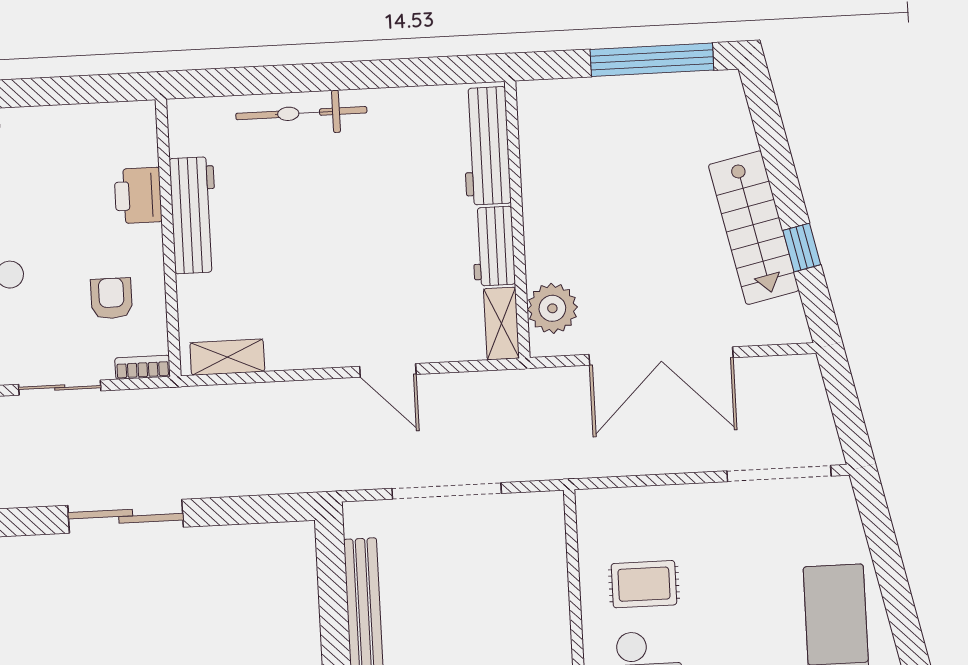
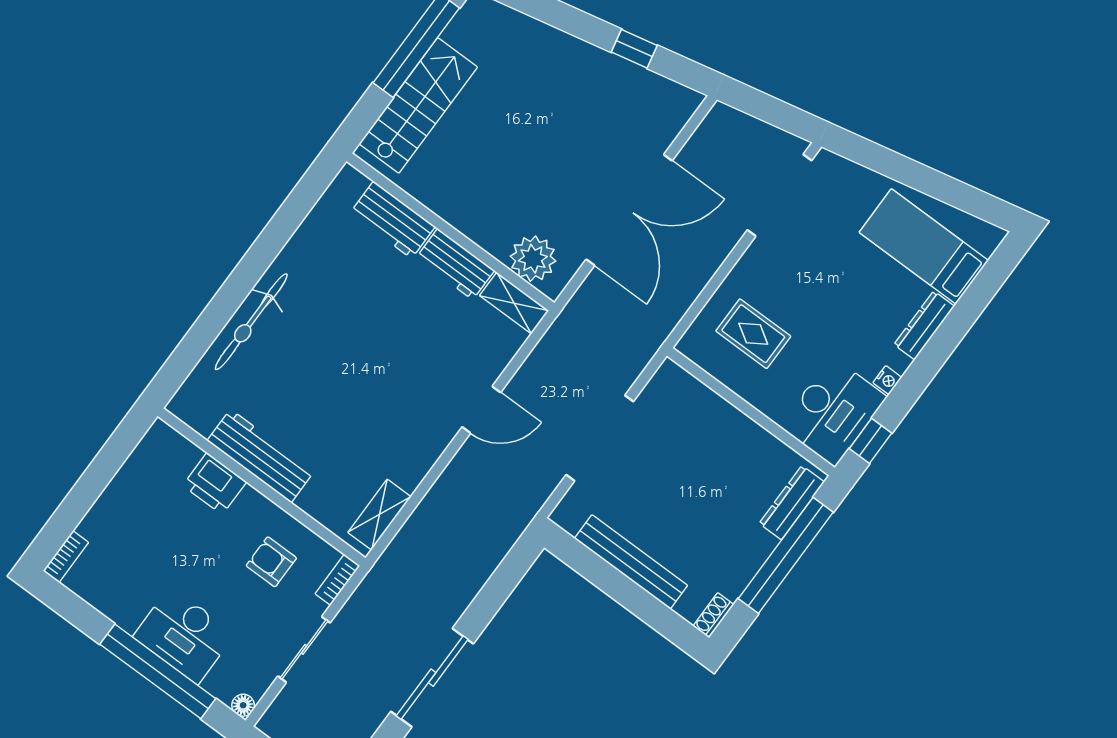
workbench: (486, 146) -> (393, 220), width x0.73
stairs: (754, 228) -> (418, 105), moved, turned -78
rug: (644, 584) -> (753, 334), moved, turned 90

